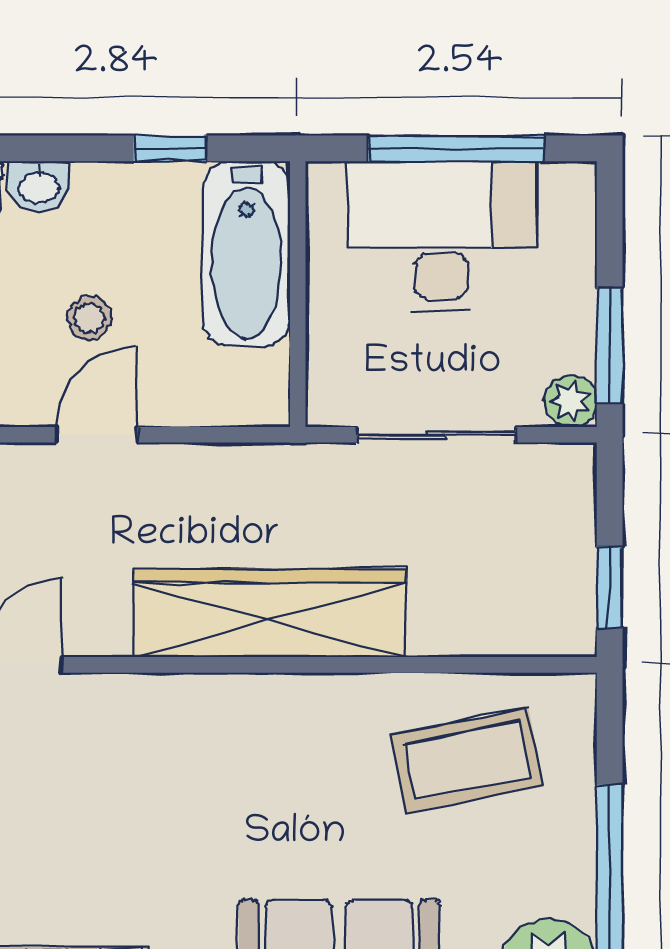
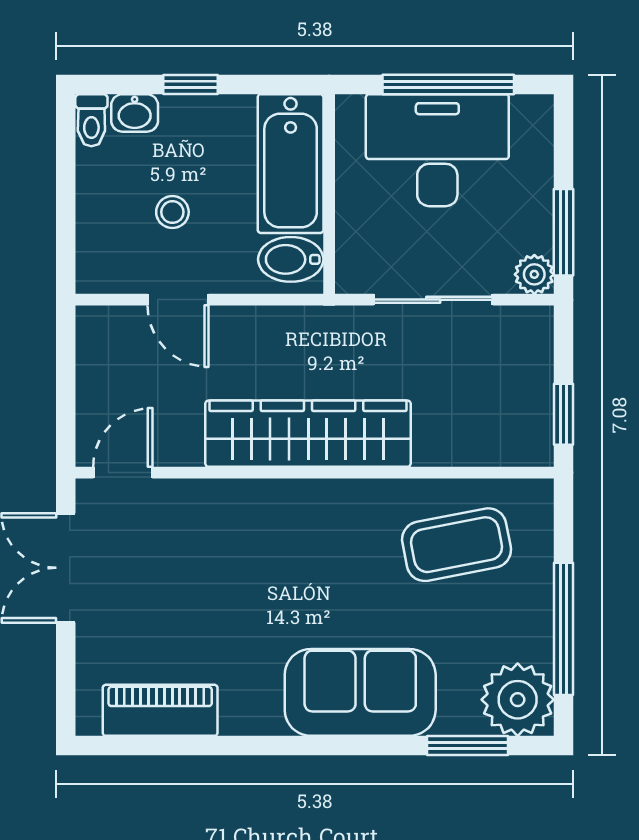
window: (170, 148) -> (190, 84), moved
bidet: (247, 381) -> (291, 259), added
door: (97, 435) -> (178, 300), swing flipped

